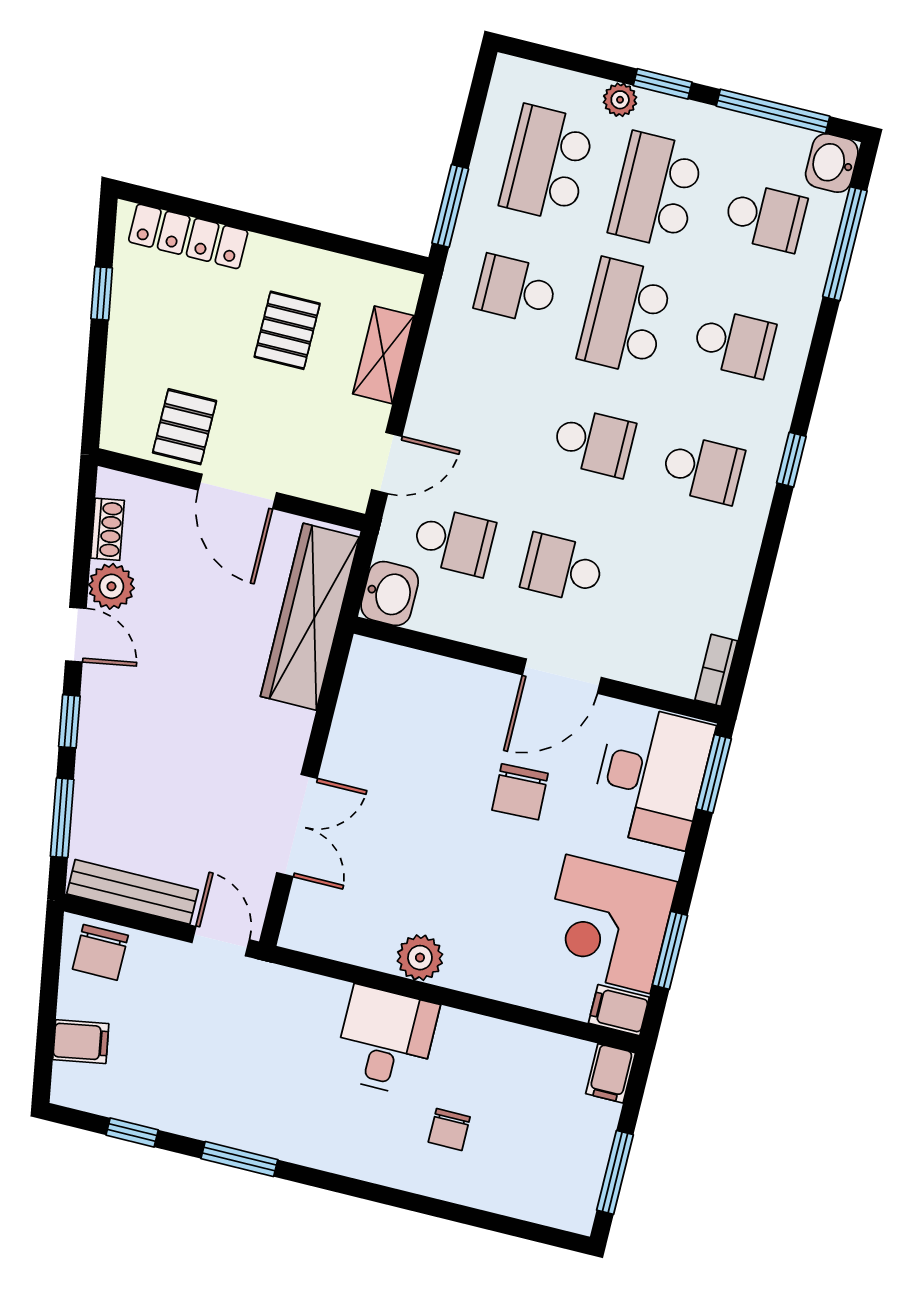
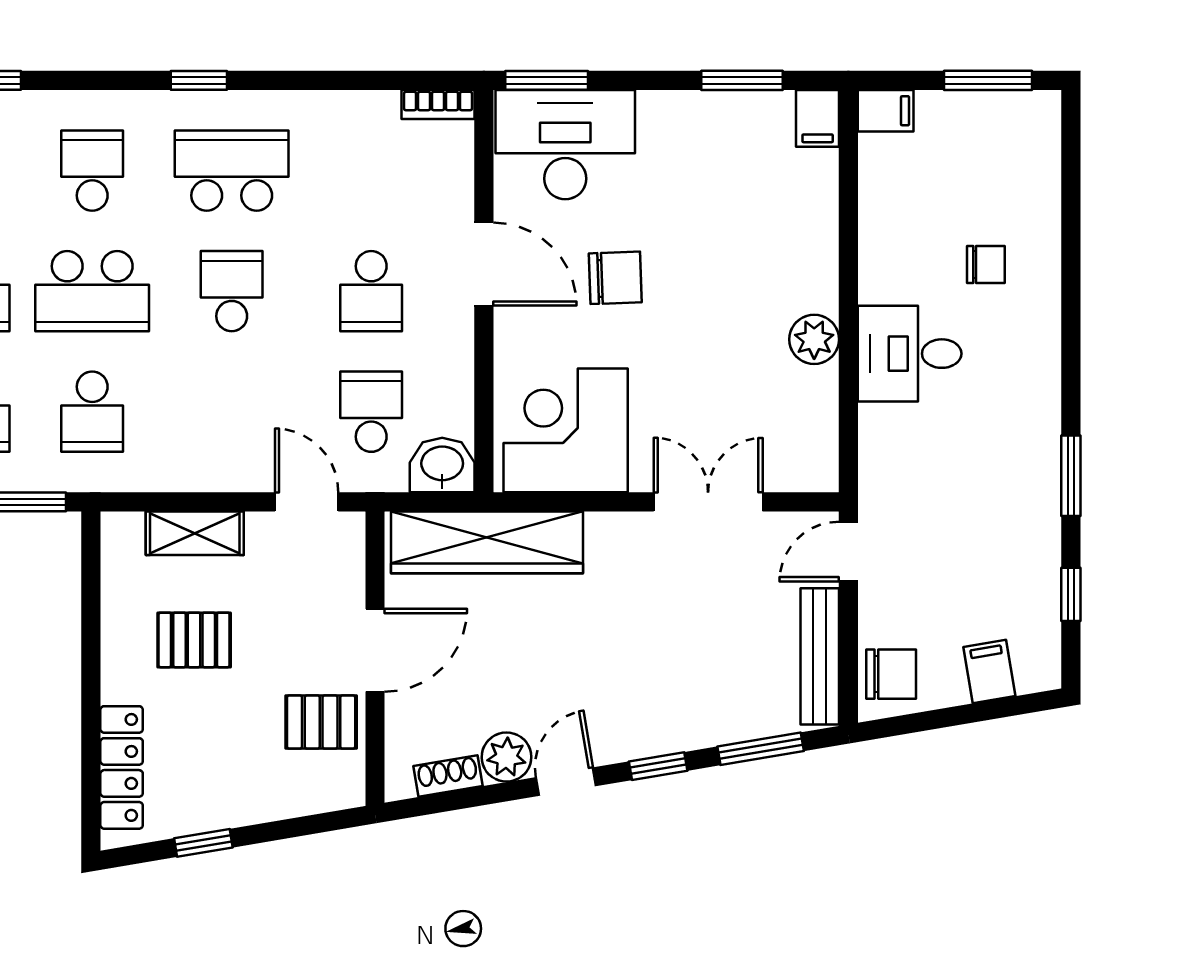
school desk: (703, 469) -> (232, 171), width x1.85
corner desk: (608, 924) -> (566, 430), moved, turned 180

